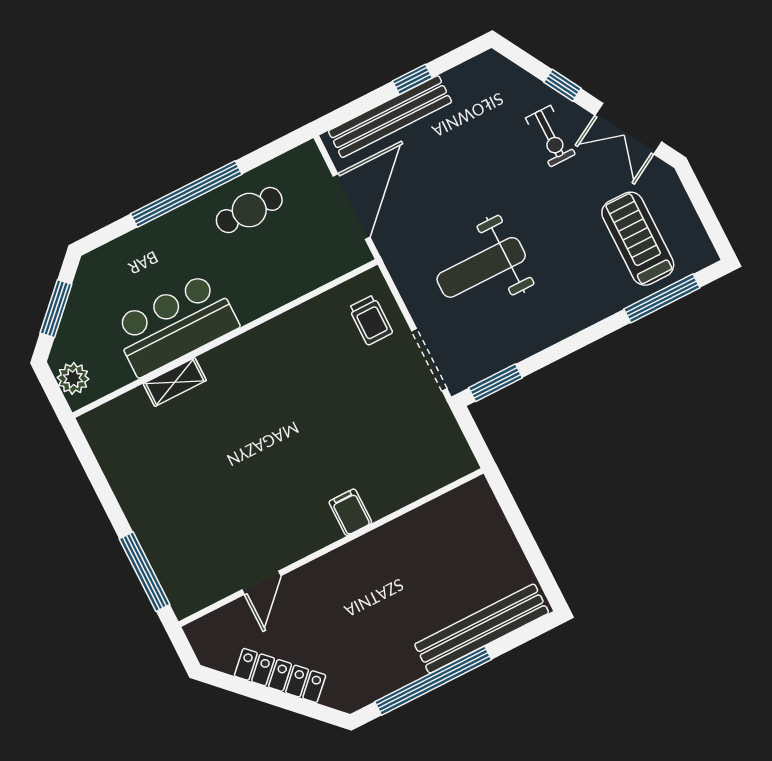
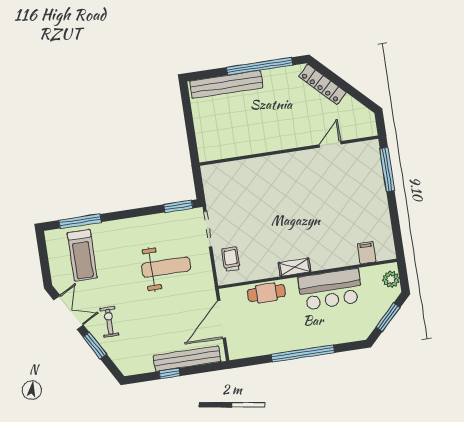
window: (562, 85) -> (95, 345), width x1.50
cafe table: (249, 210) -> (266, 293), moved
shelving: (175, 382) -> (295, 267), moved
filing cabinet: (350, 512) -> (367, 253), moved, turned 180
locker: (280, 675) -> (322, 84), moved

